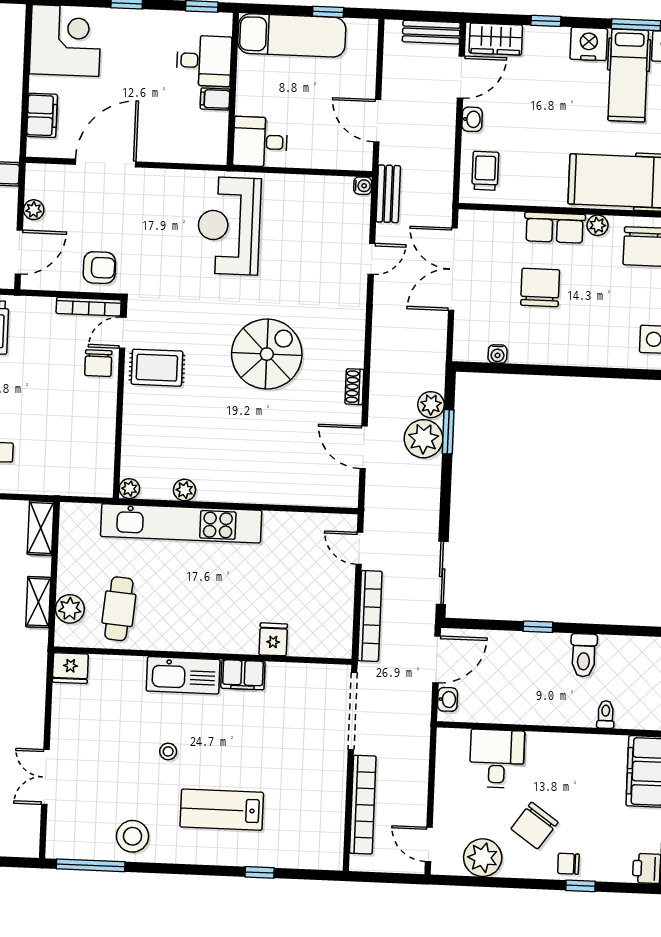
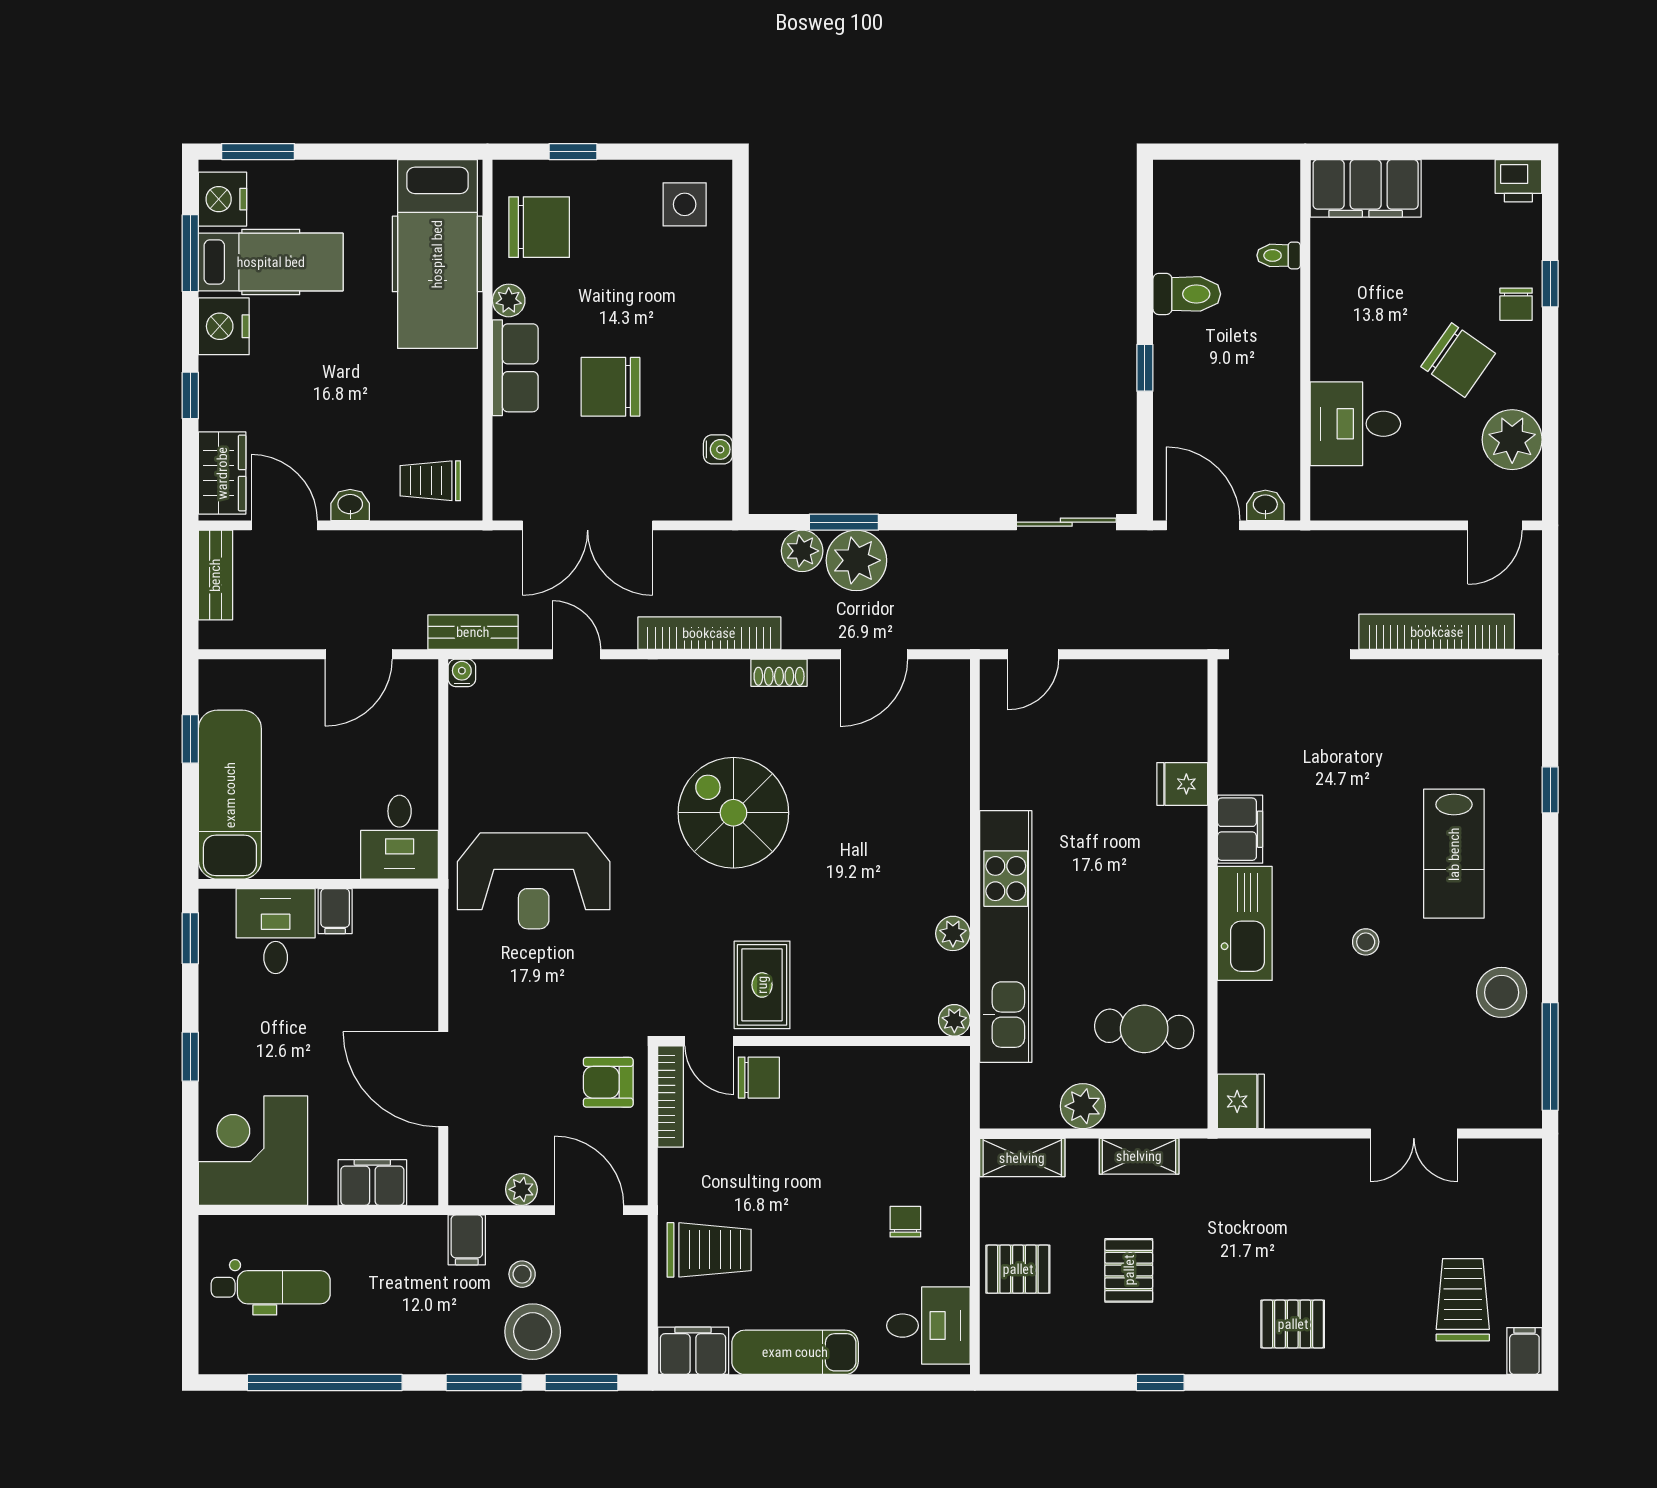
armchair: (99, 268) -> (608, 1082), turned -90
plant: (70, 609) -> (1083, 1106), moved
bookcase: (370, 616) -> (709, 633), moved

